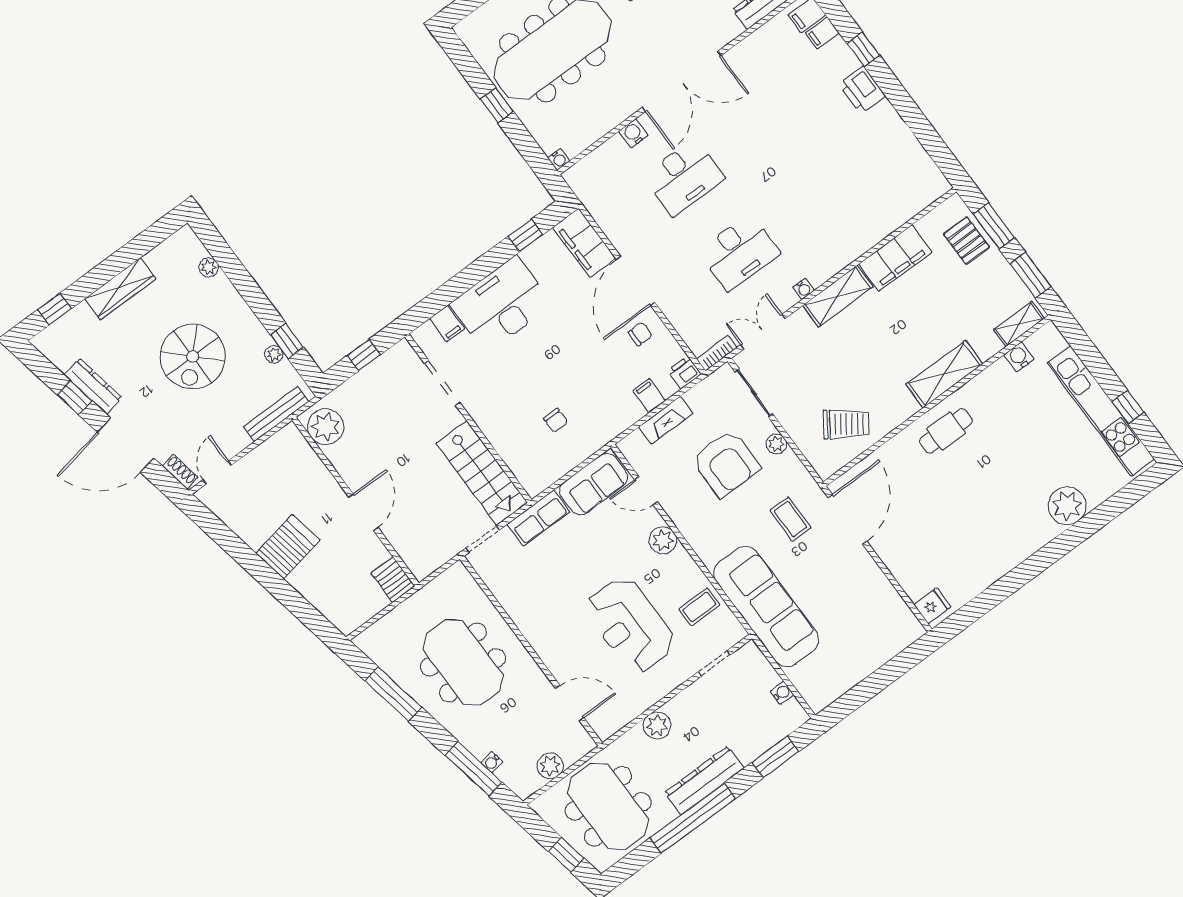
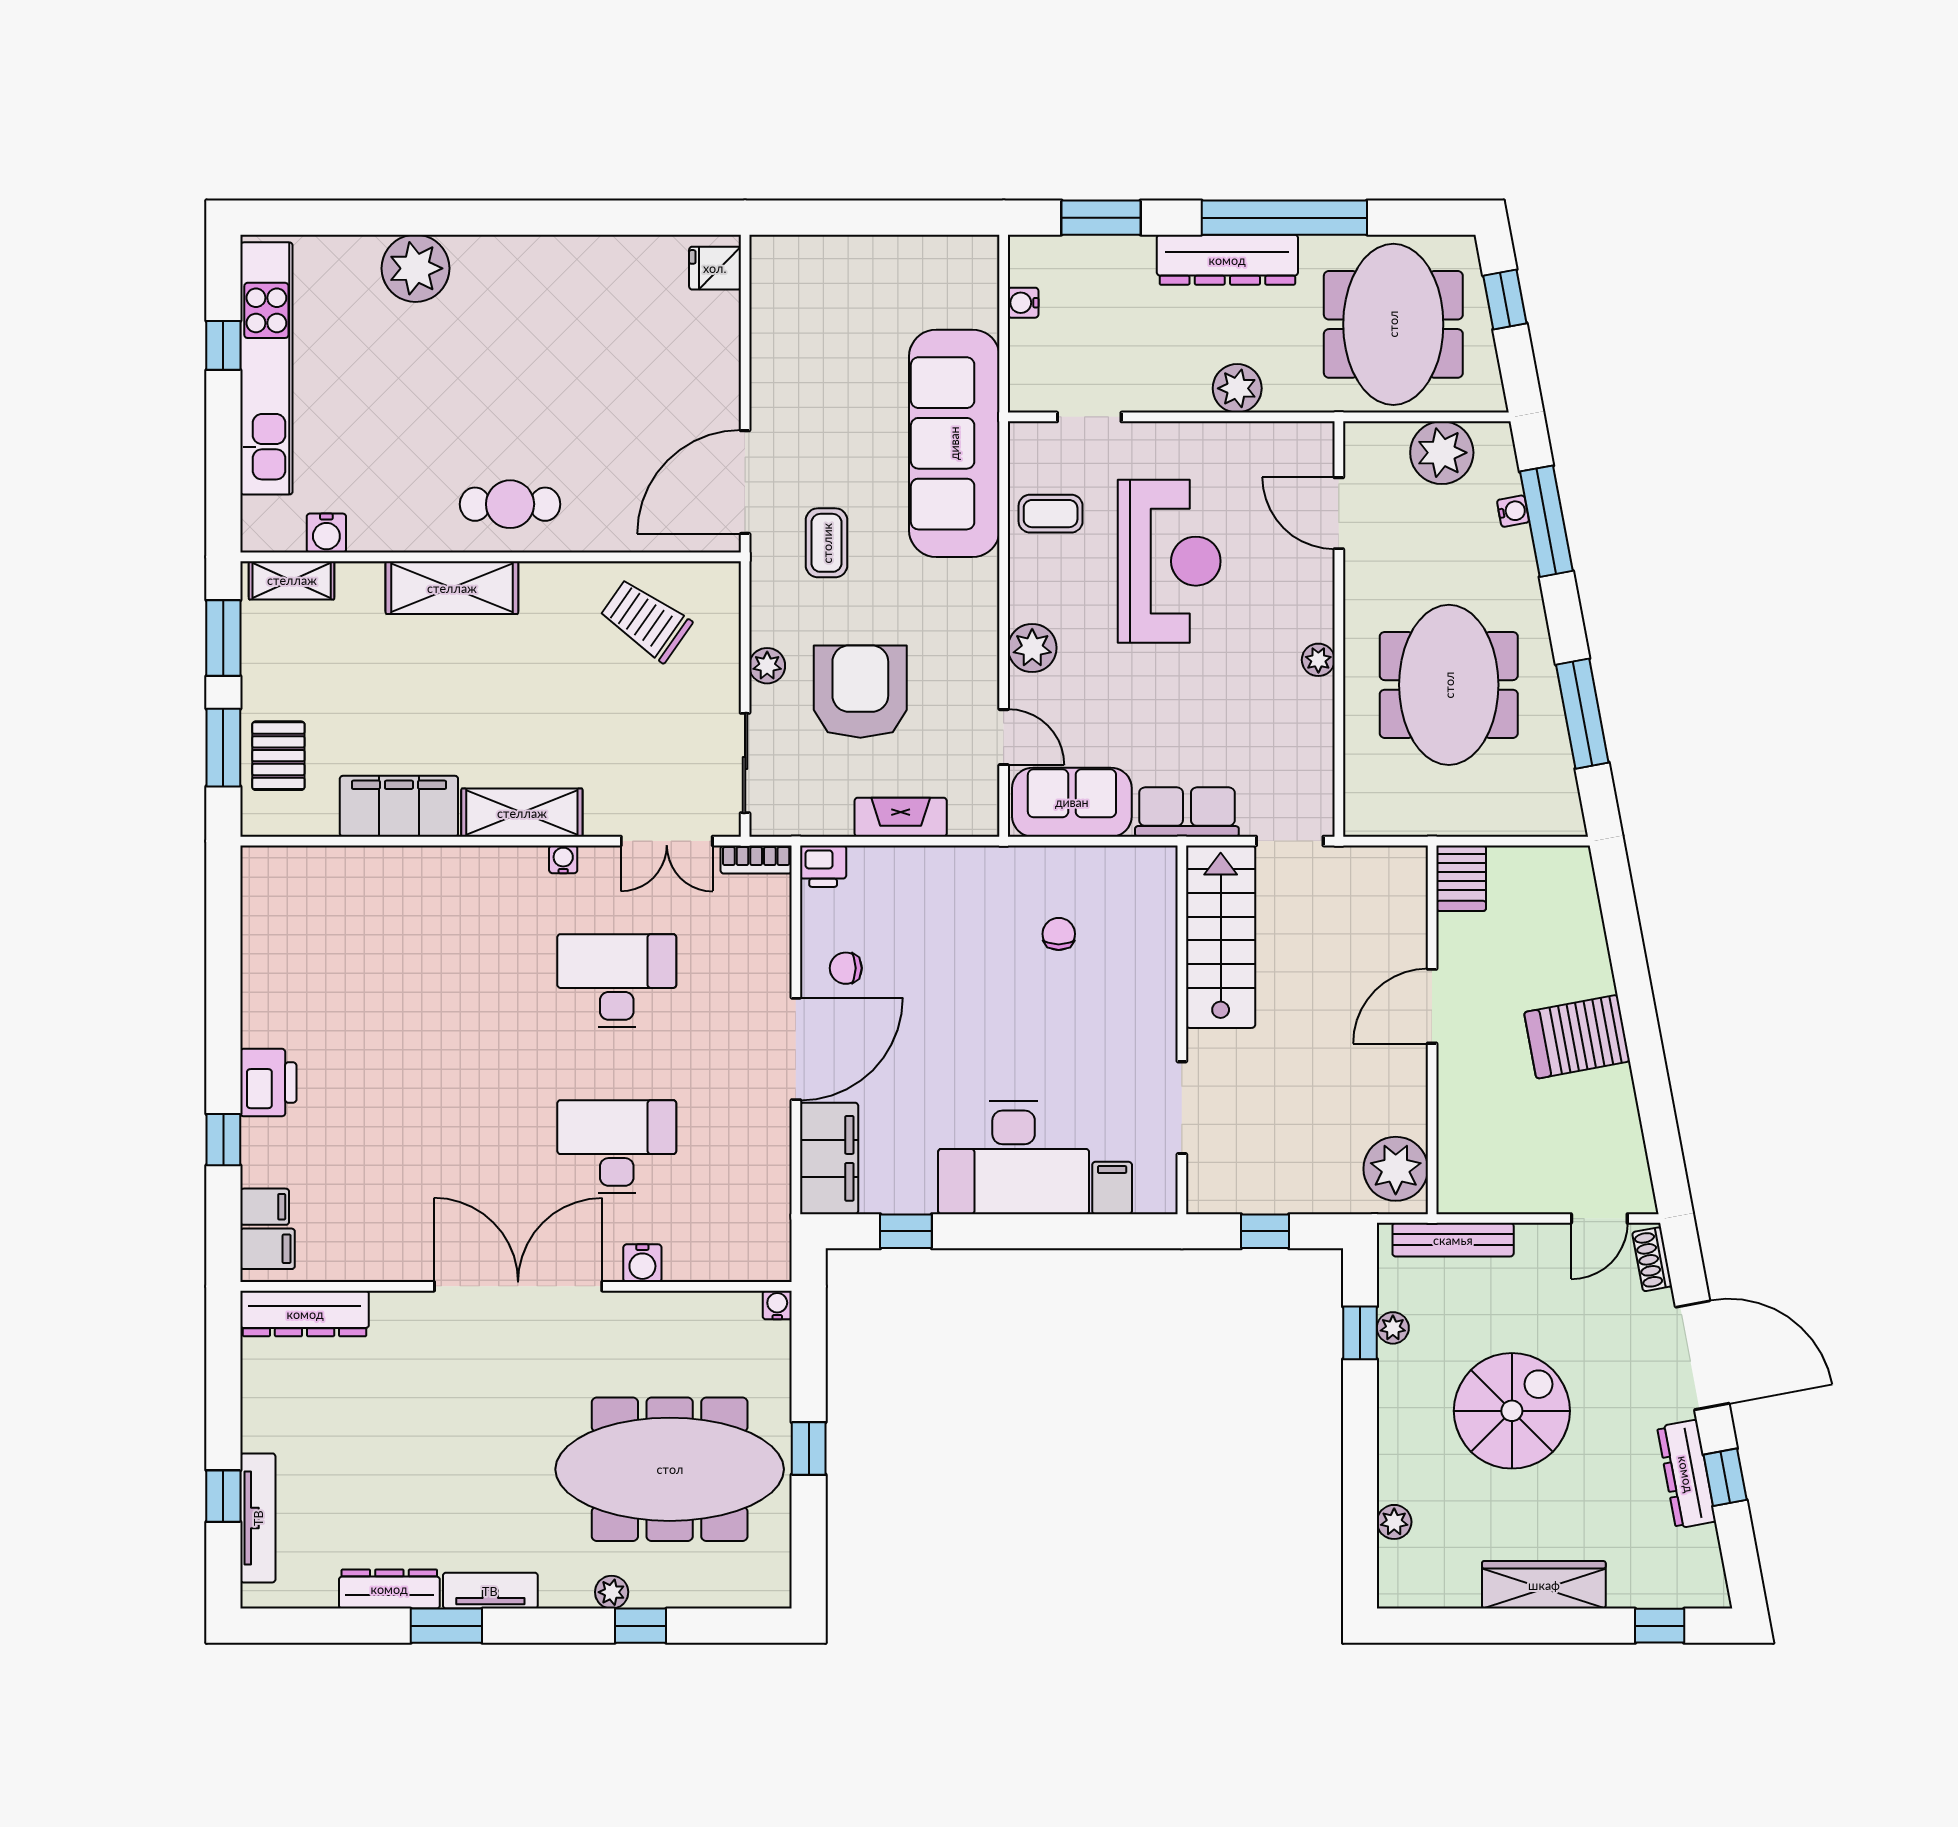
filing cabinet: (649, 396) -> (898, 870), removed
plant: (530, 630) -> (1318, 660), added
plant: (550, 766) -> (1442, 453), width x1.36, depth x1.36

